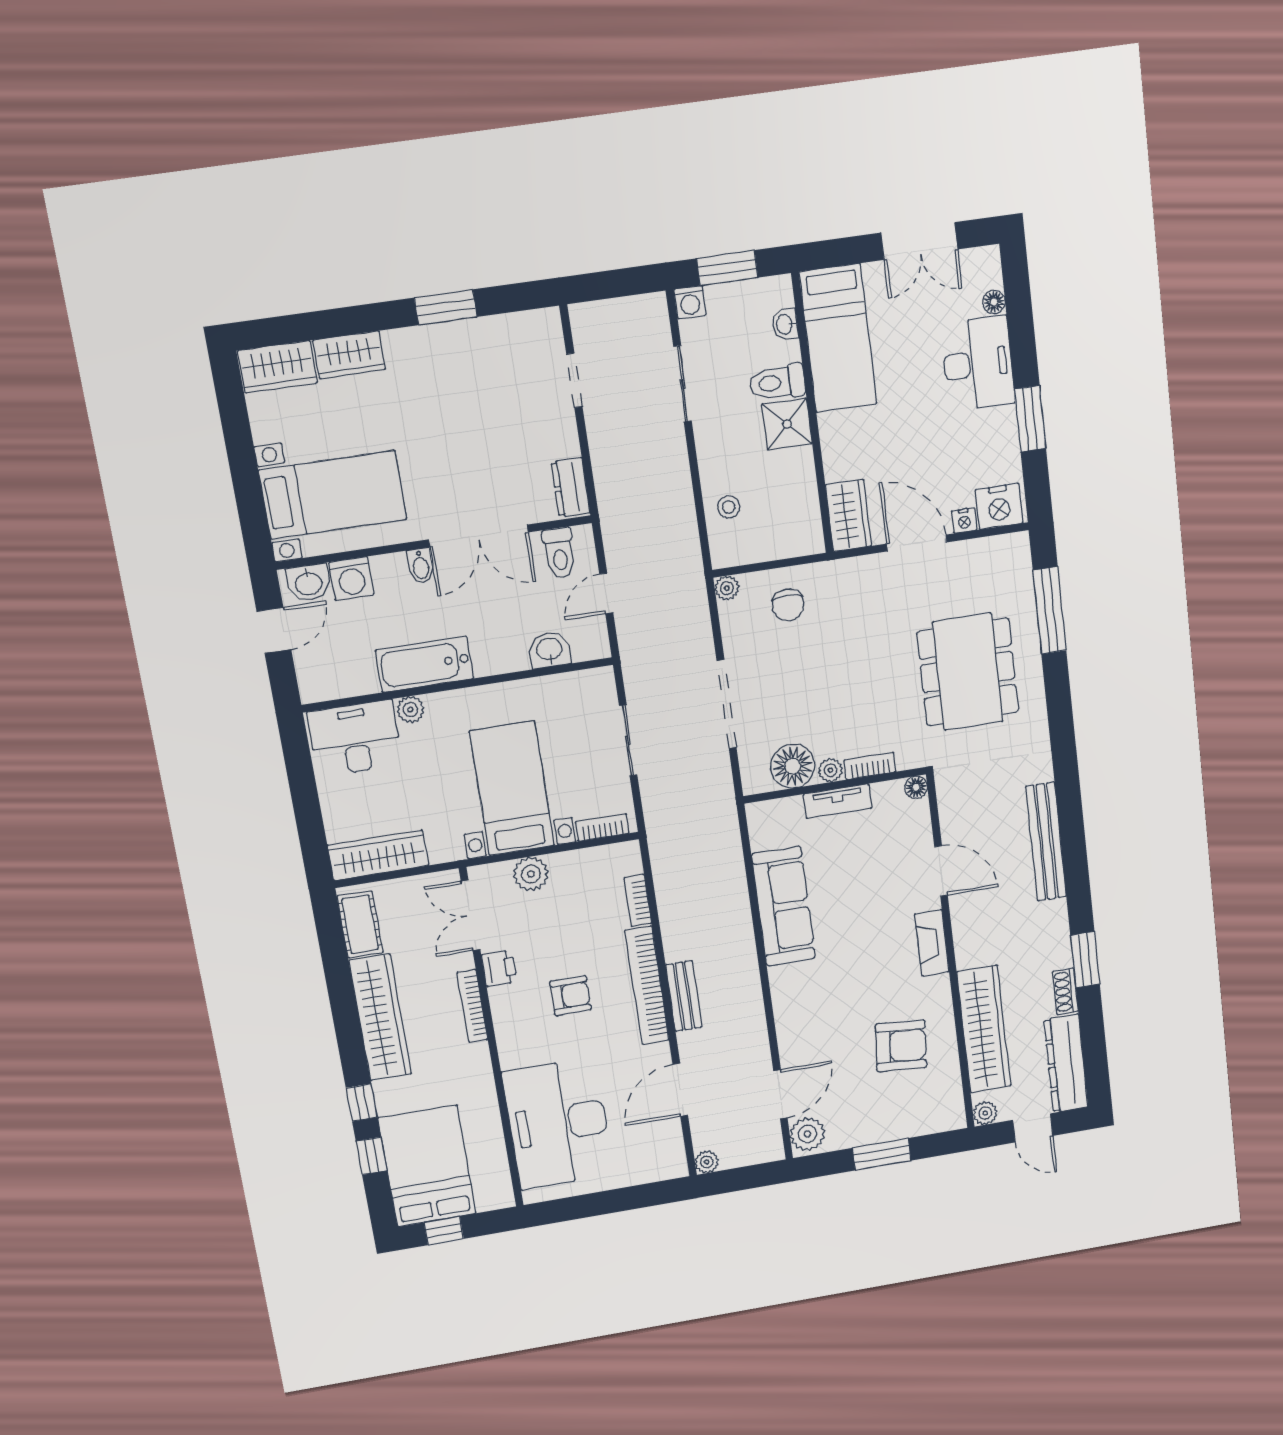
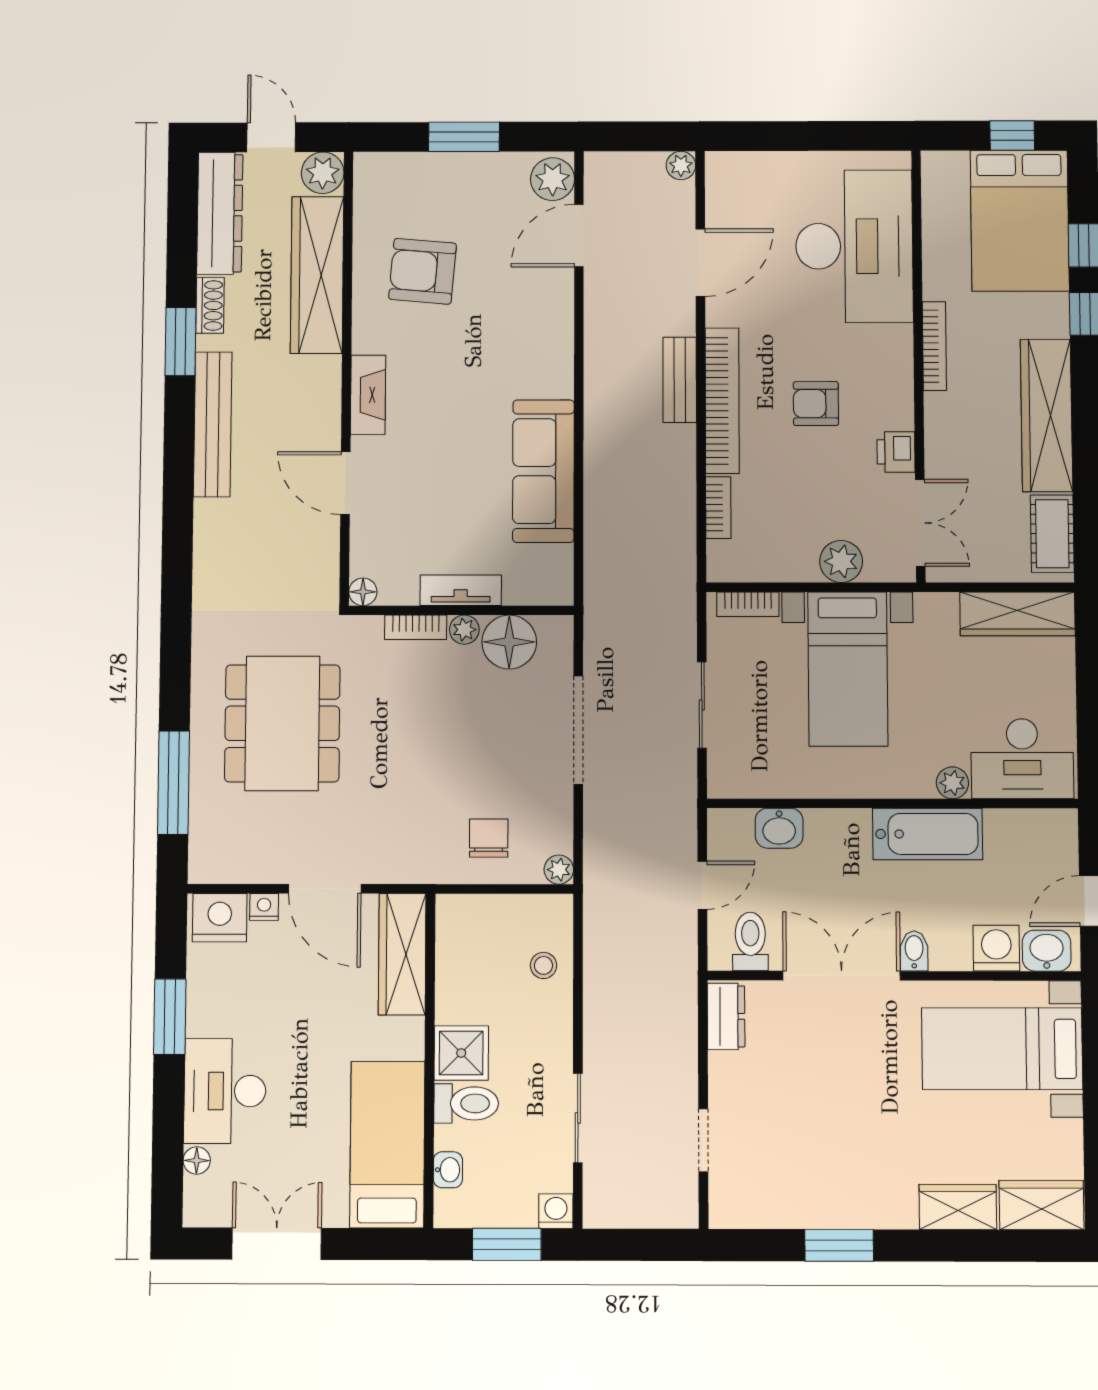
wardrobe: (848, 516) -> (402, 954), width x1.50
bench: (1046, 842) -> (213, 424), moved
bookcase: (472, 1006) -> (934, 346), moved
plant: (985, 1113) -> (323, 173), width x1.38, depth x1.38

